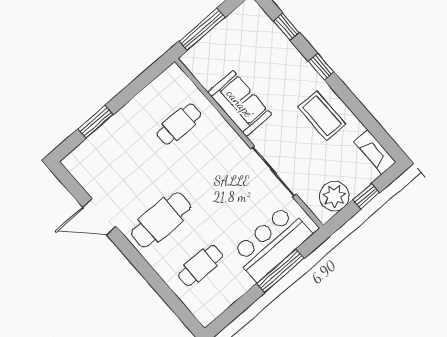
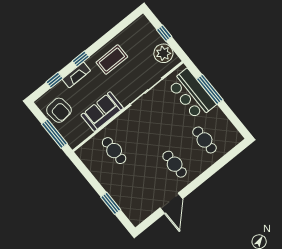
armchair: (239, 35) -> (59, 110), added
fireplace: (375, 152) -> (76, 75), moved
cafe table: (161, 220) -> (175, 164), width x0.73, depth x0.74

